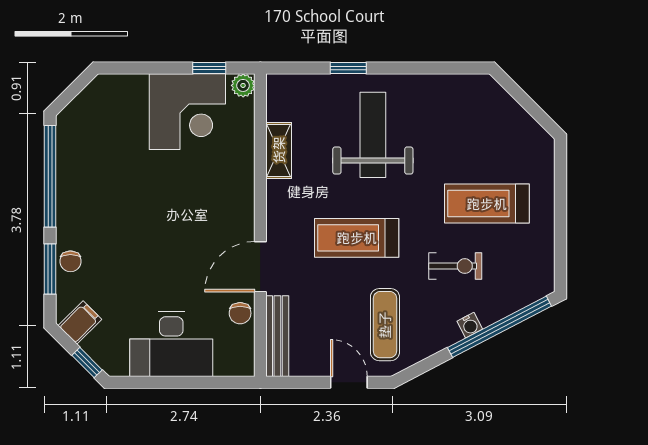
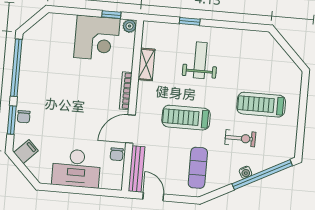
weight bench: (373, 135) -> (200, 60), width x0.73, depth x0.75
bookcase: (246, 200) -> (126, 91), added
window: (87, 363) -> (28, 175), removed
door: (349, 382) -> (153, 197), moved

